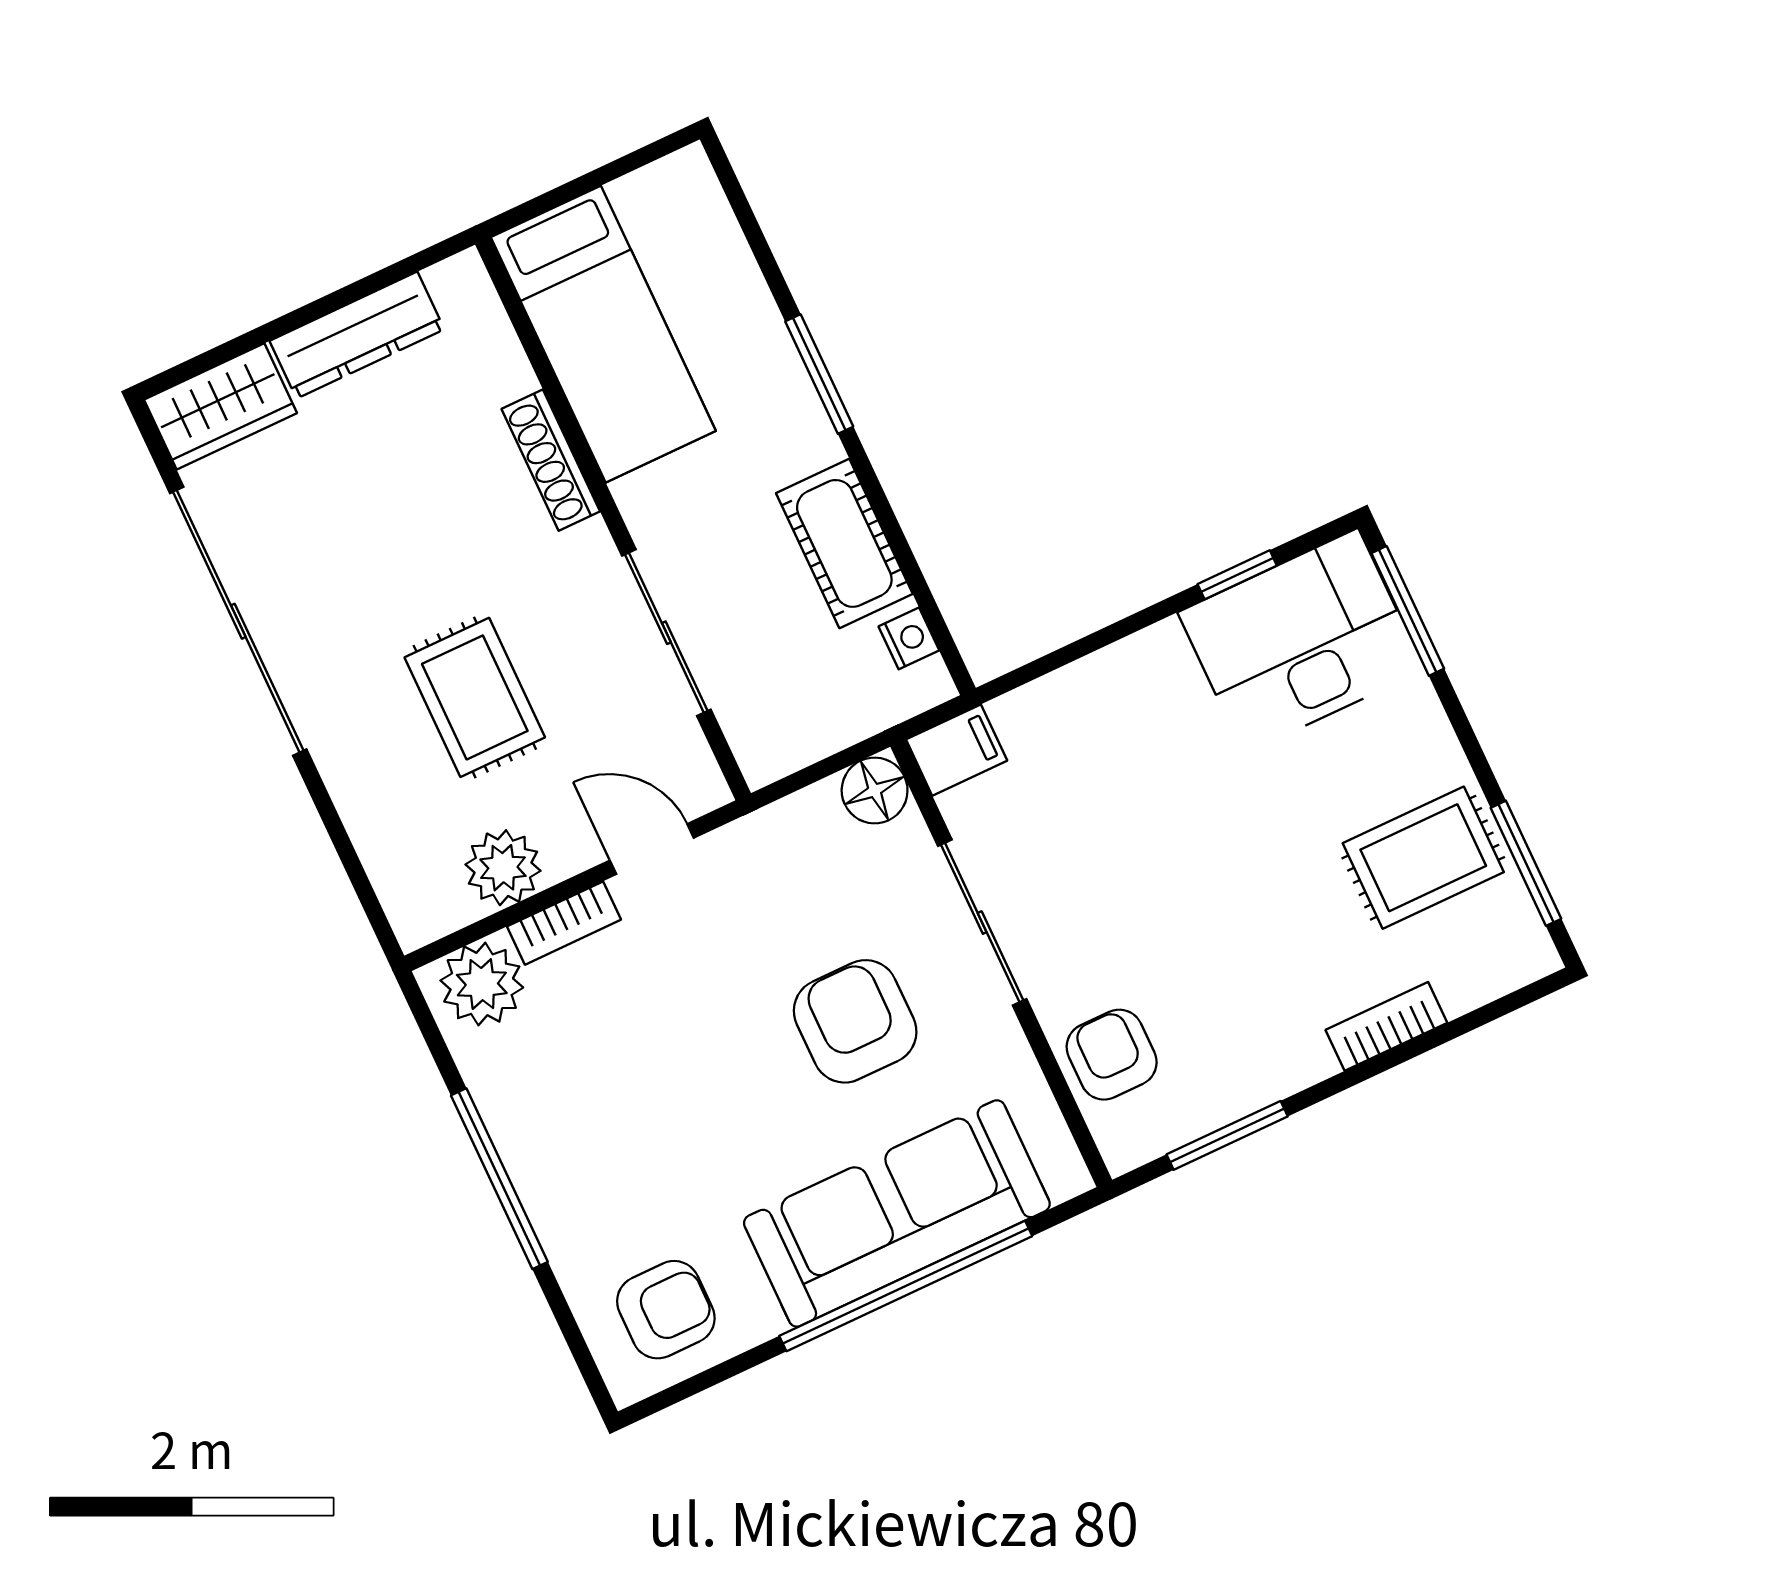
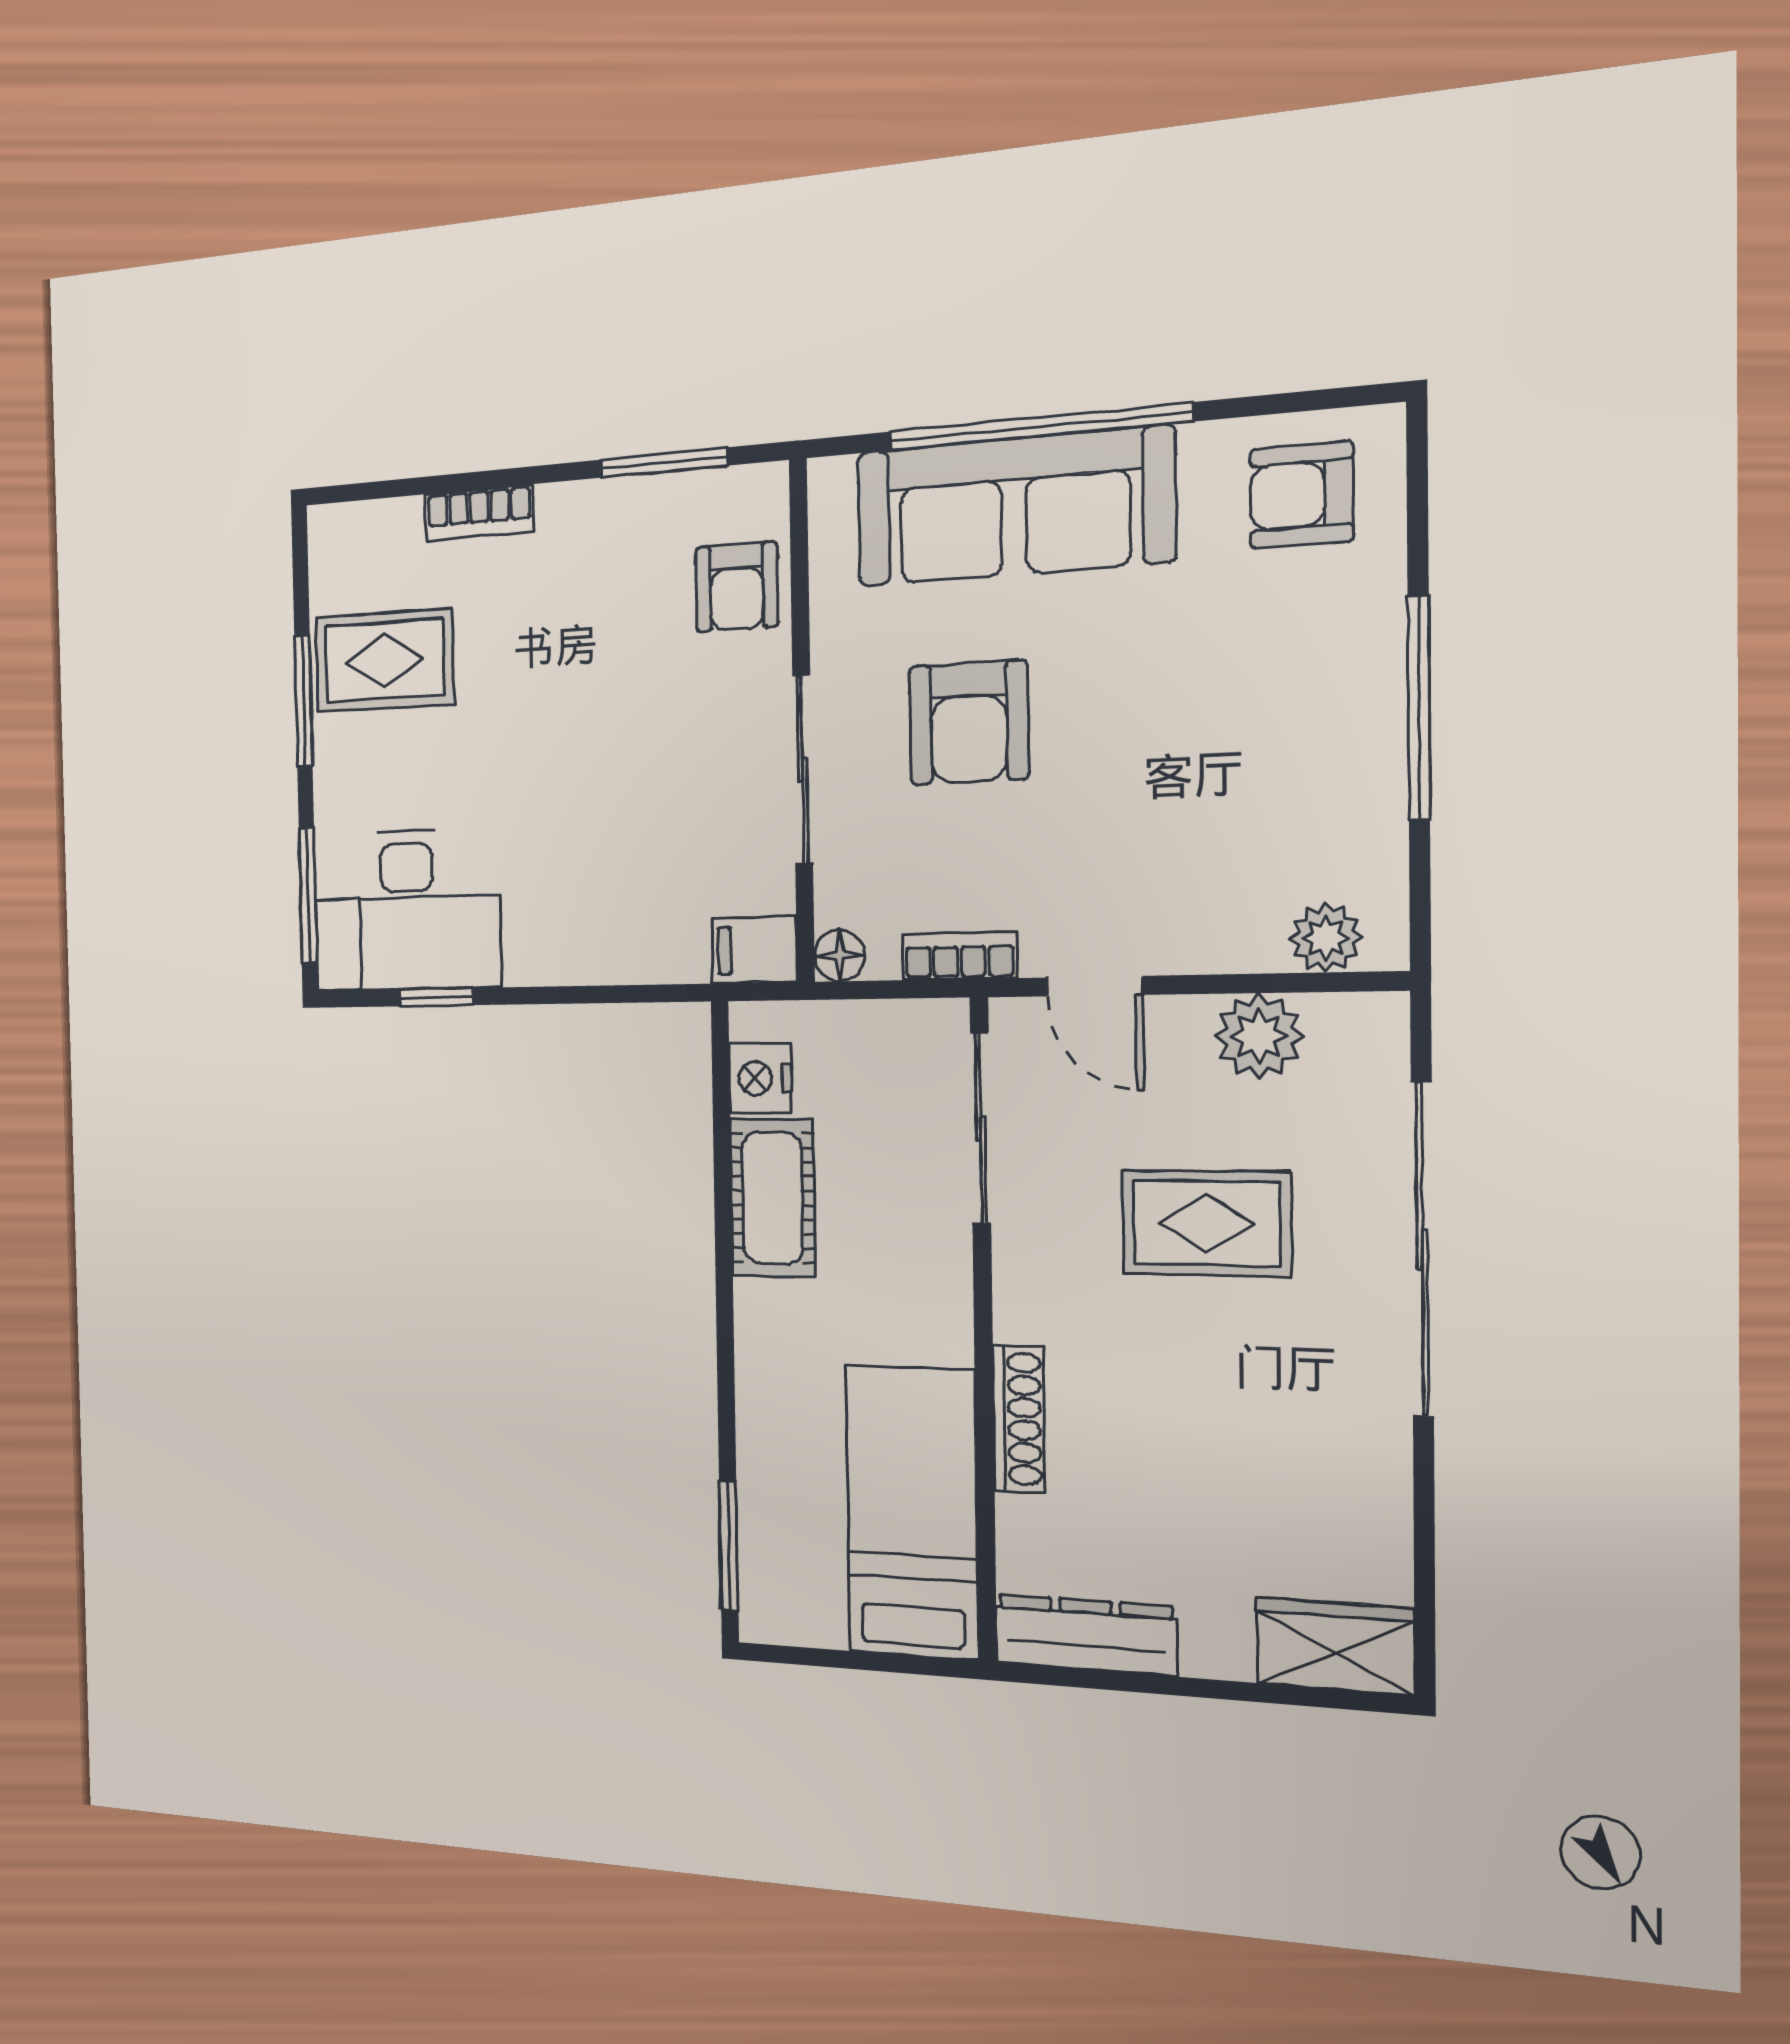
dresser: (357, 335) -> (1086, 1635), moved
window: (819, 374) -> (729, 1546), moved
sliding door: (238, 621) -> (1422, 1249), moved
sliding door: (666, 633) -> (981, 1129), moved
nightstand: (909, 638) -> (760, 1078), width x1.39, depth x1.35
rug: (475, 697) -> (1206, 1223), turned 90
floor lamp: (875, 790) -> (839, 956), width x0.73, depth x0.73
window: (1526, 863) -> (303, 701), moved
bookcase: (564, 923) -> (959, 956), moved
plant: (482, 984) -> (1326, 938), width x0.73, depth x0.73

